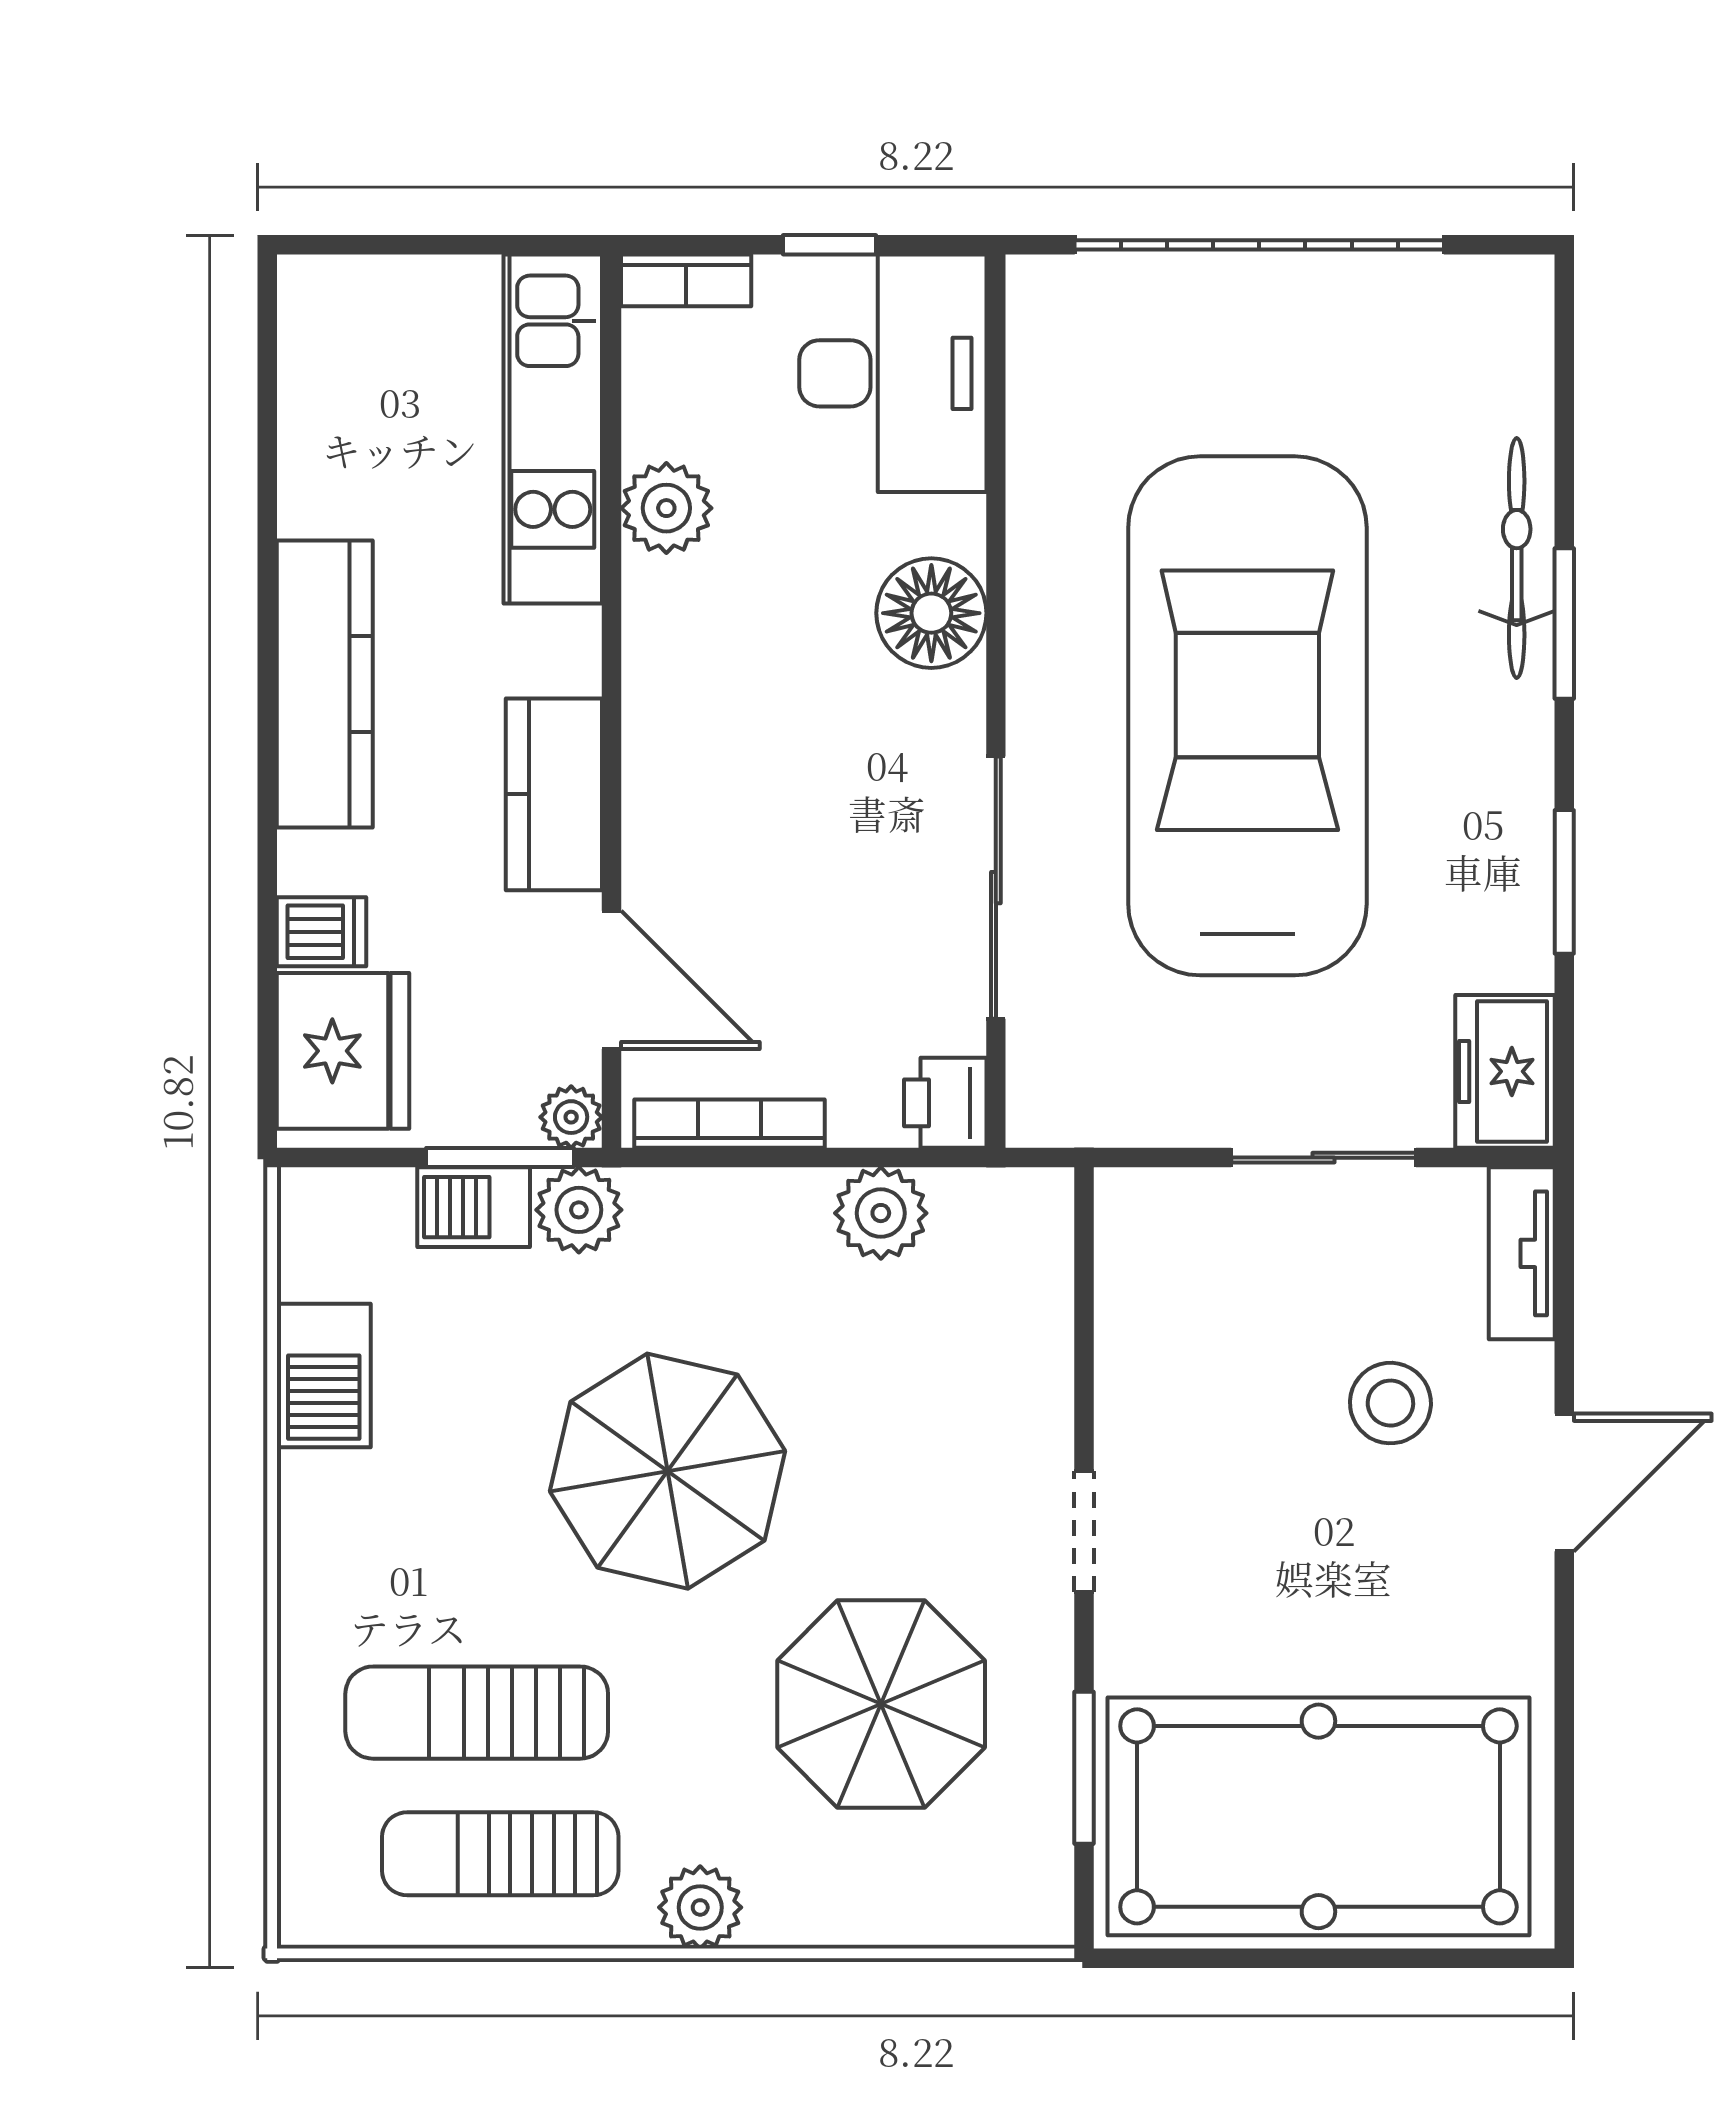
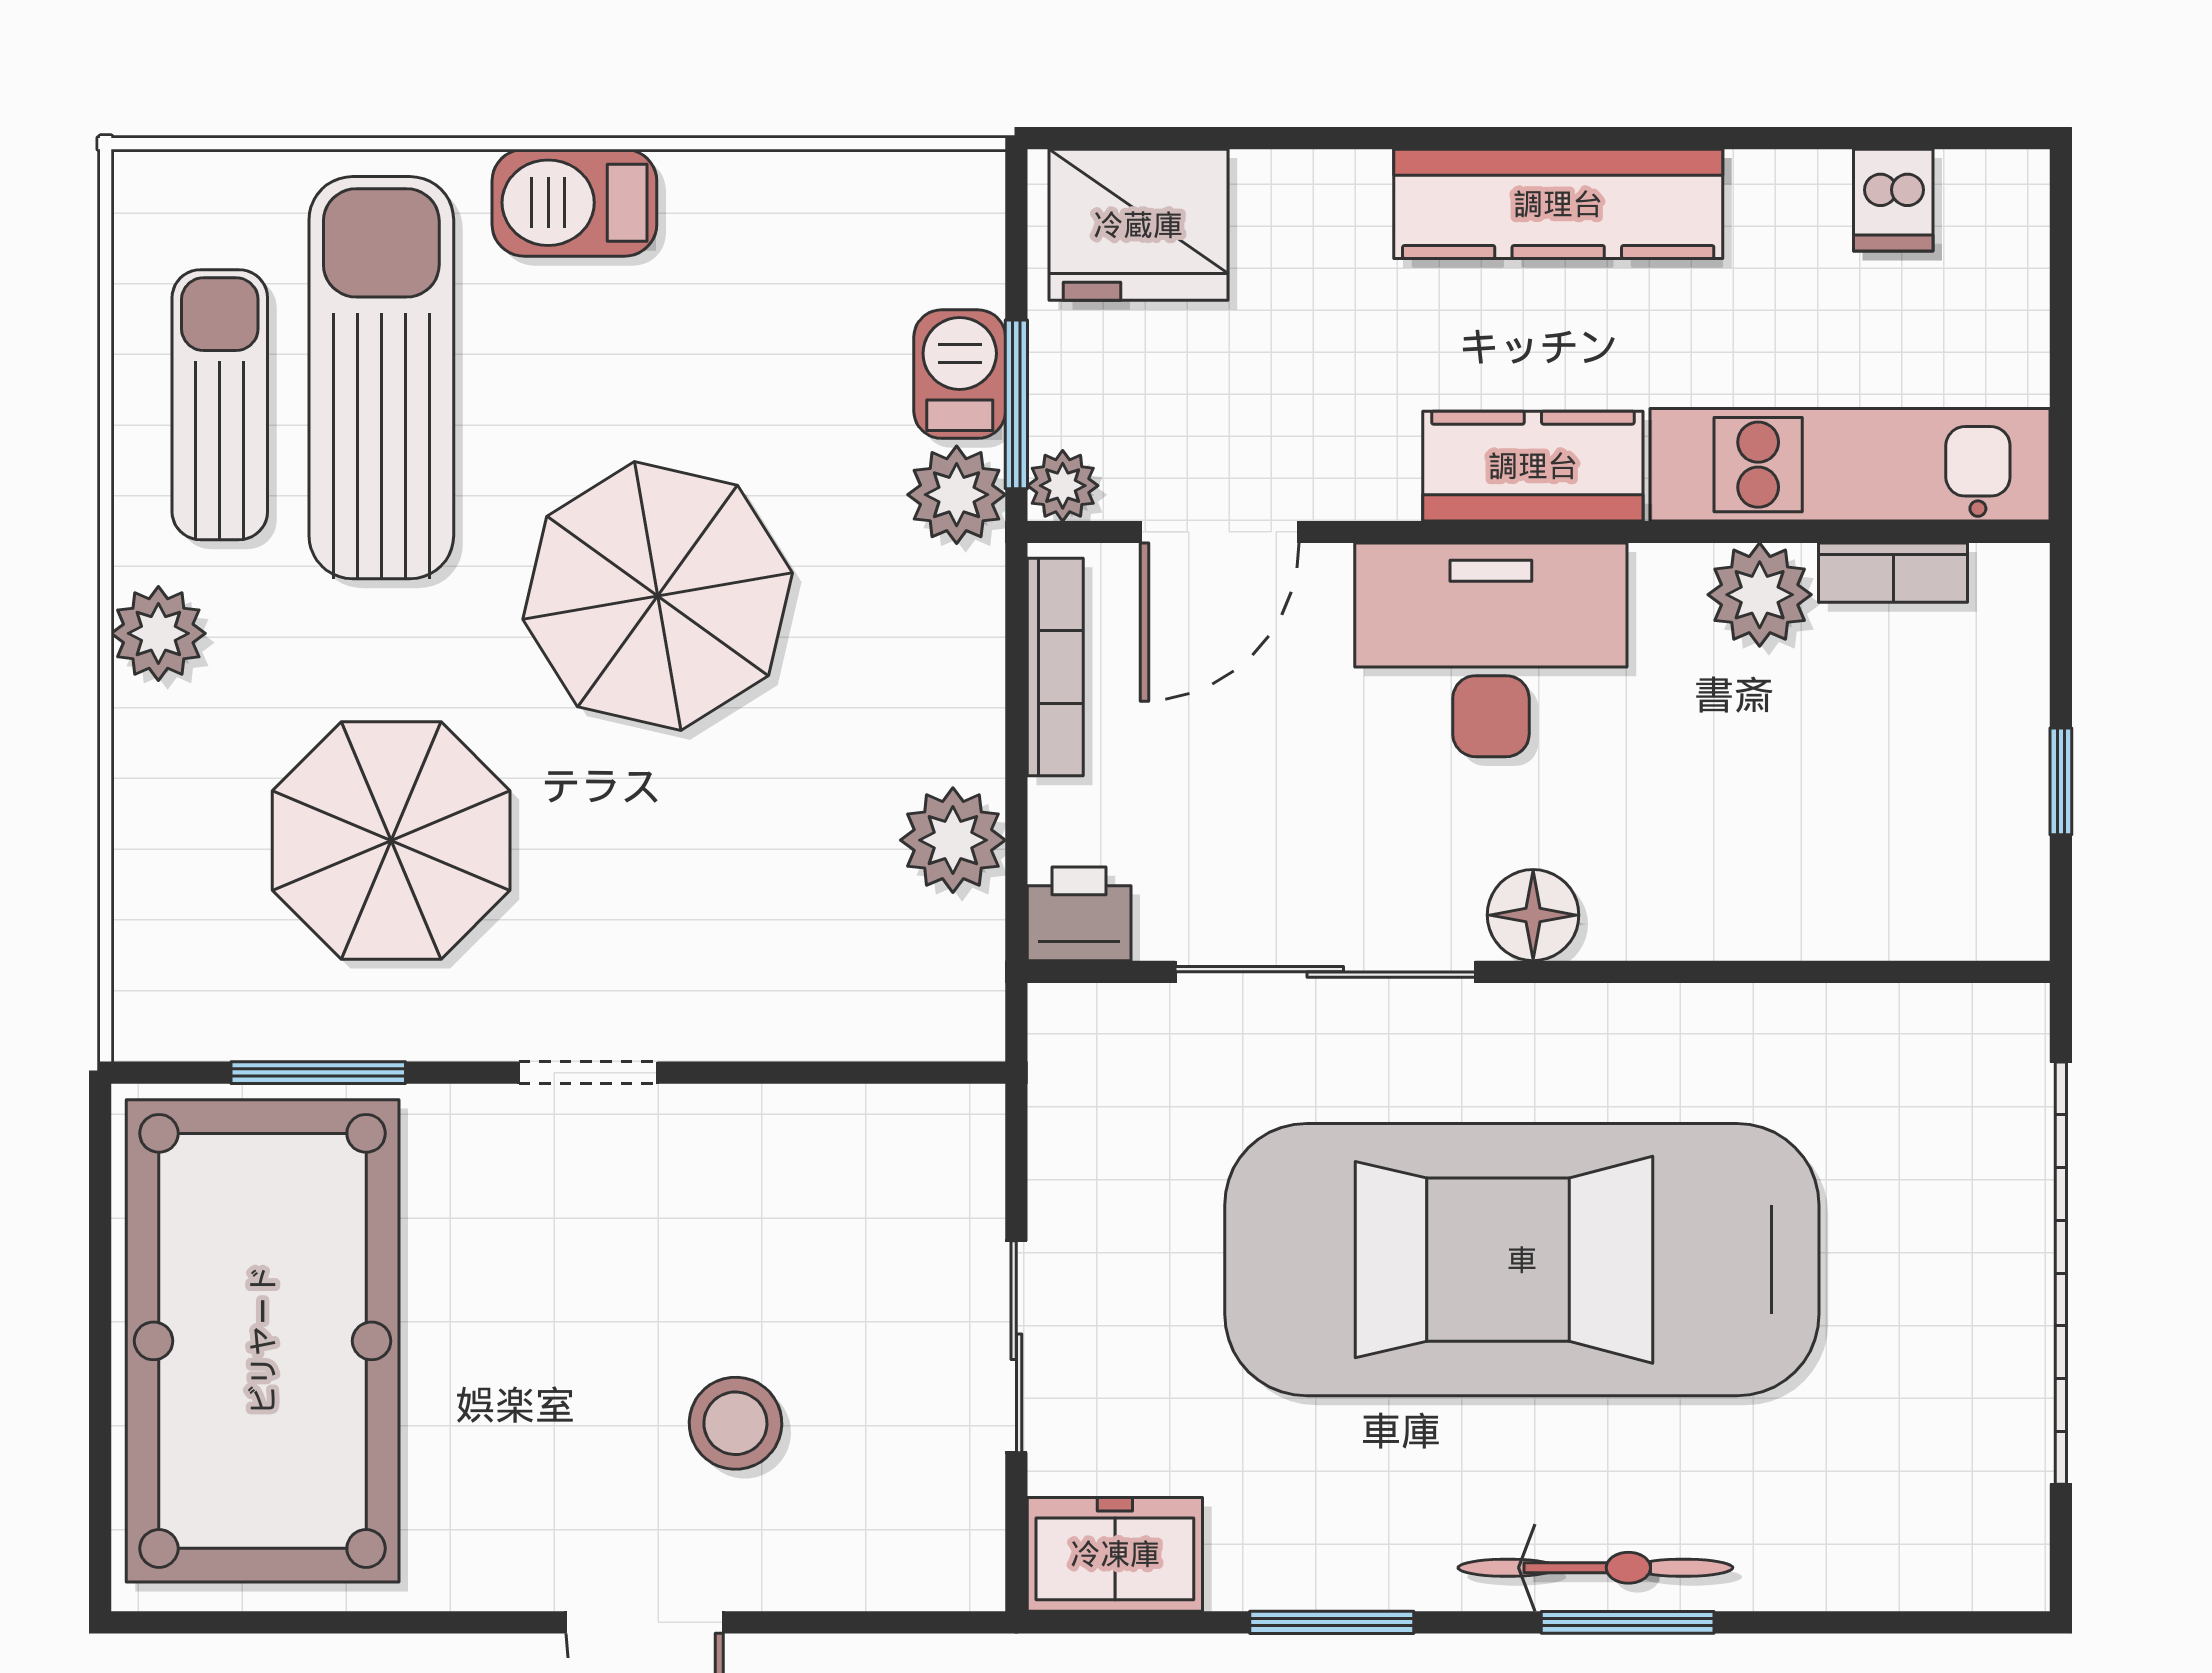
bookcase: (686, 280) -> (1893, 573), moved, turned -90
desk: (893, 373) -> (1491, 650), moved, turned 180
bicycle: (1517, 558) -> (1595, 1568), moved
floor lamp: (931, 613) -> (1533, 915), moved, width x0.73, depth x0.73
car: (1247, 716) -> (1522, 1260), turned 180
kitchen counter: (554, 794) -> (1533, 466), moved
dishwasher: (321, 932) -> (1893, 200), moved
tv unit: (1522, 1253) -> (907, 1574), removed
barbecue: (324, 1376) -> (574, 203), moved
sun lounger: (477, 1713) -> (381, 378), width x1.36, depth x1.34

